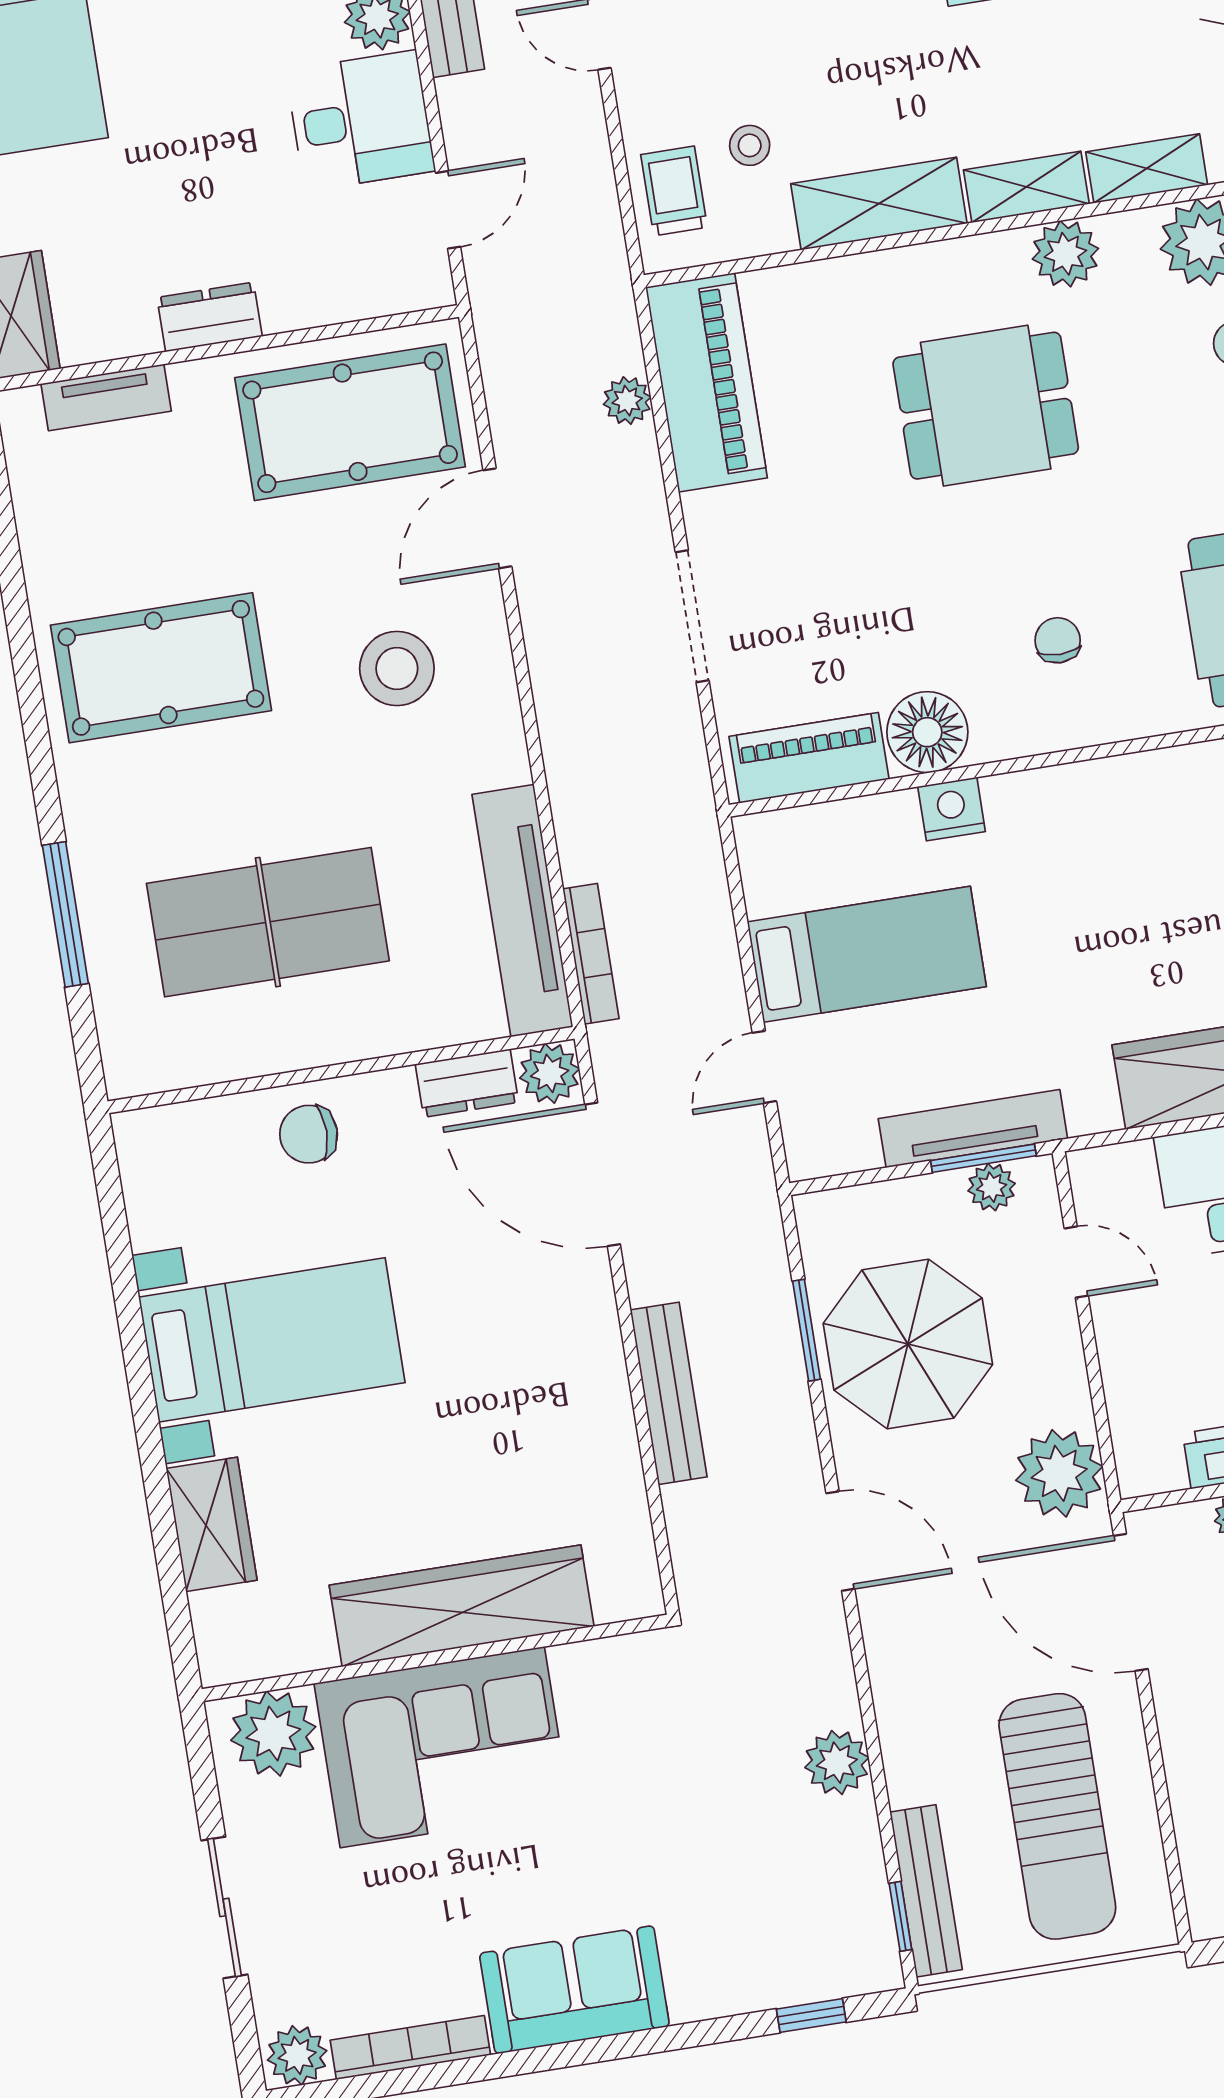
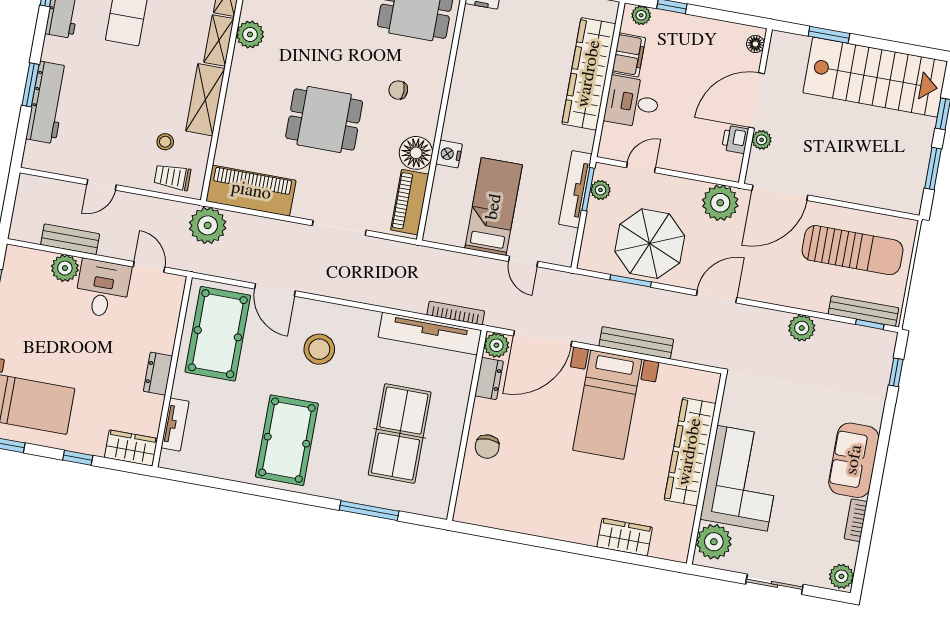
plant: (627, 401) -> (208, 225), moved, width x1.87, depth x1.87
dining table: (986, 406) -> (324, 119), moved, turned 90
bed with nightstands: (272, 1340) -> (607, 405), moved, turned 180
bookcase: (410, 2048) -> (856, 520), width x0.64

